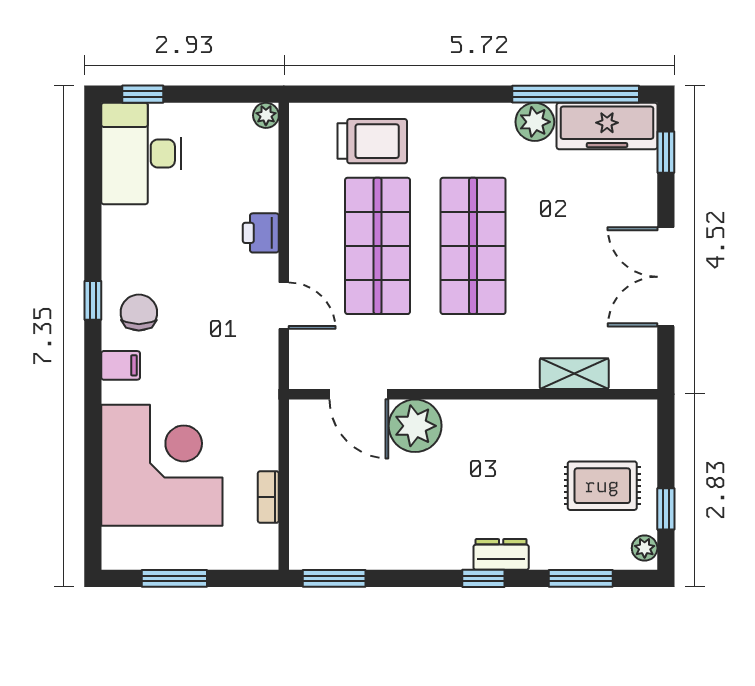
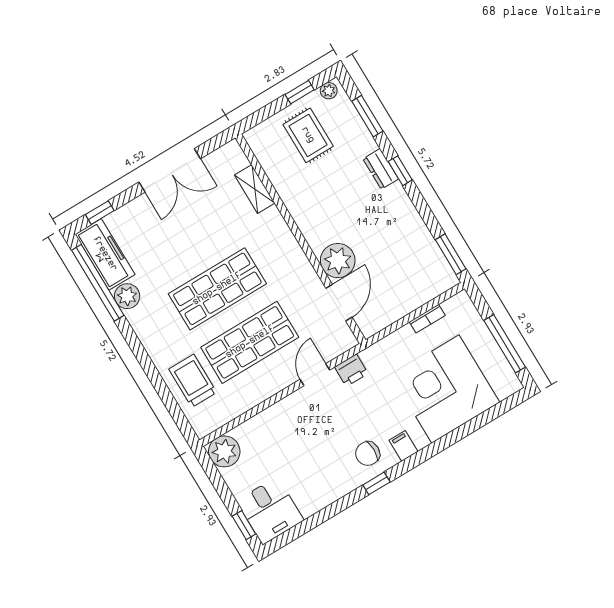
plant: (266, 115) -> (224, 451), width x1.88, depth x1.88
desk: (141, 153) -> (270, 511), width x0.73
printer: (261, 233) -> (351, 370), moved
window: (174, 578) -> (505, 344), width x1.44

